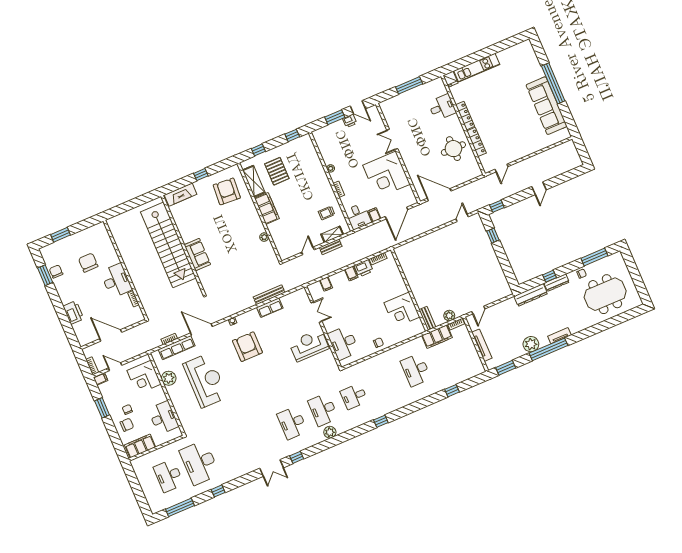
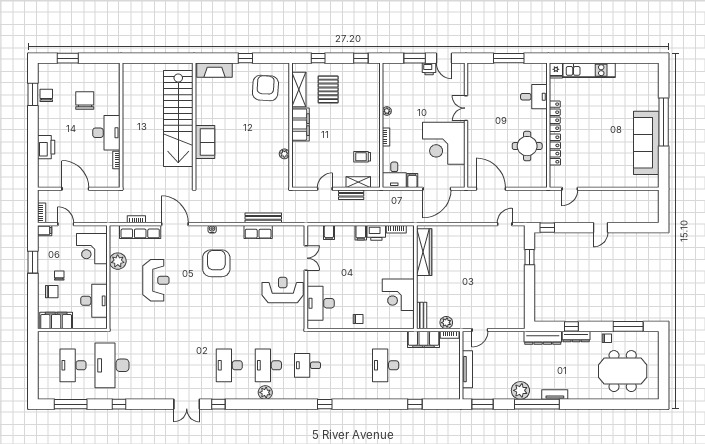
wardrobe: (408, 267) -> (424, 252), added
reception desk: (205, 381) -> (156, 280), width x0.74, depth x0.77

